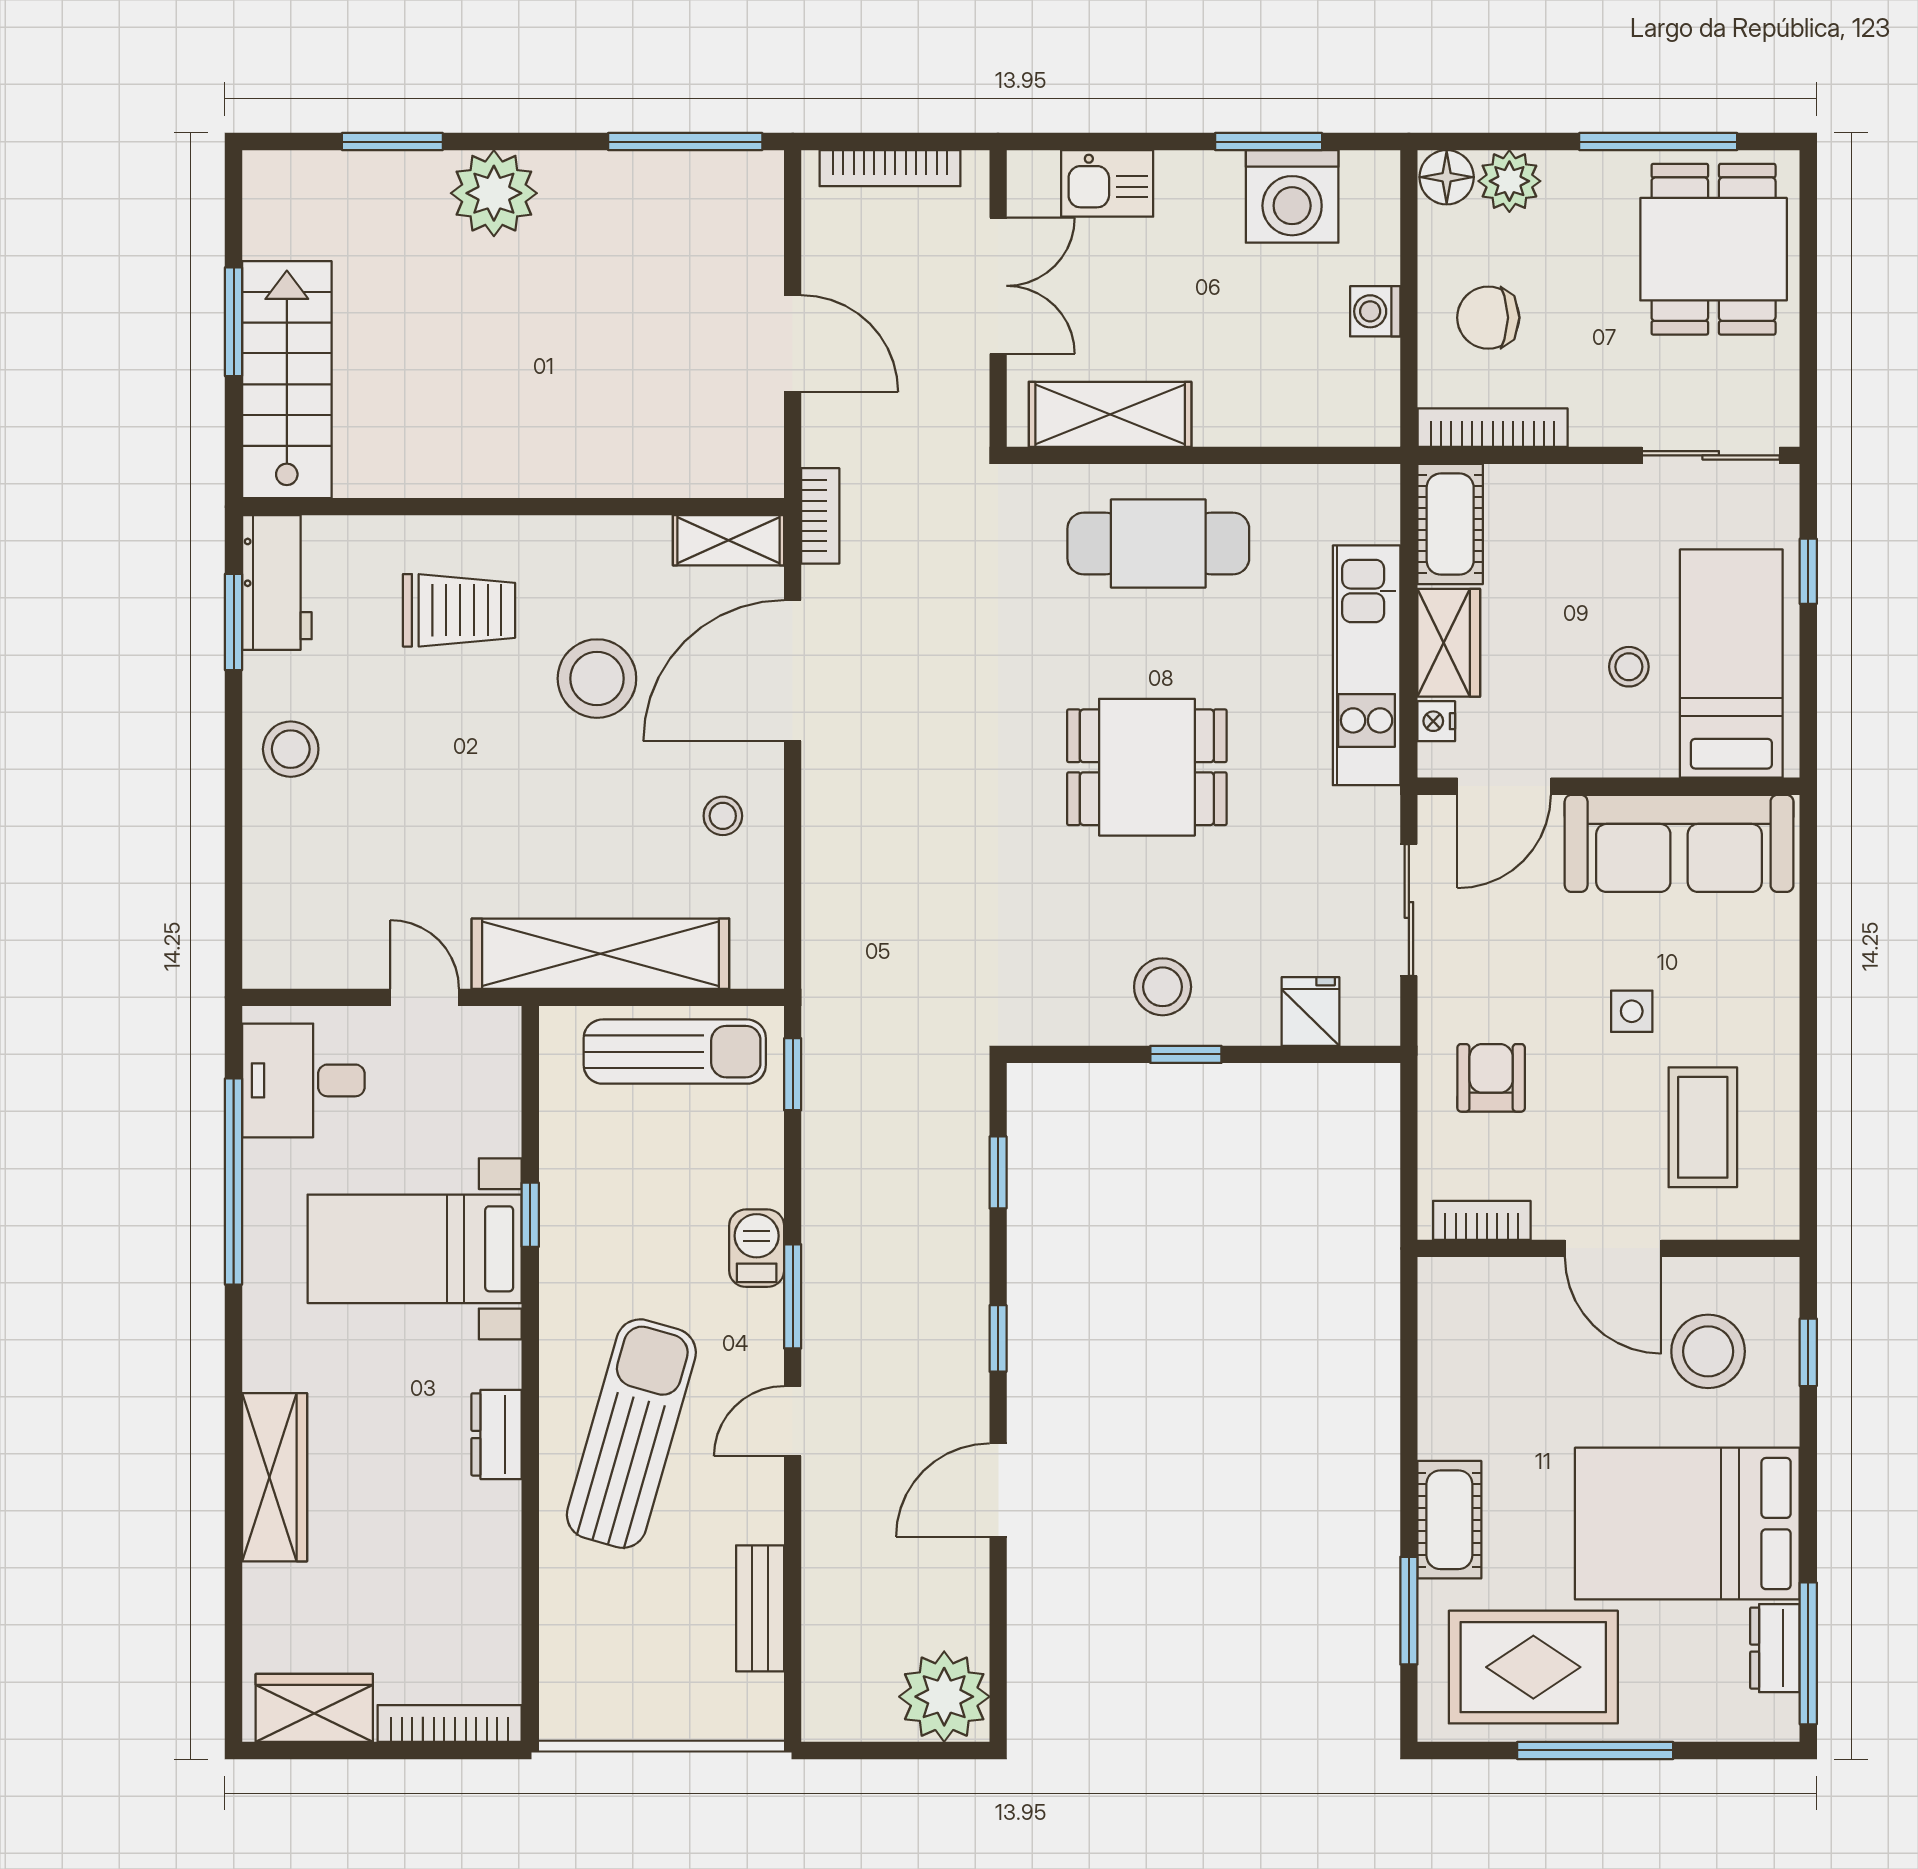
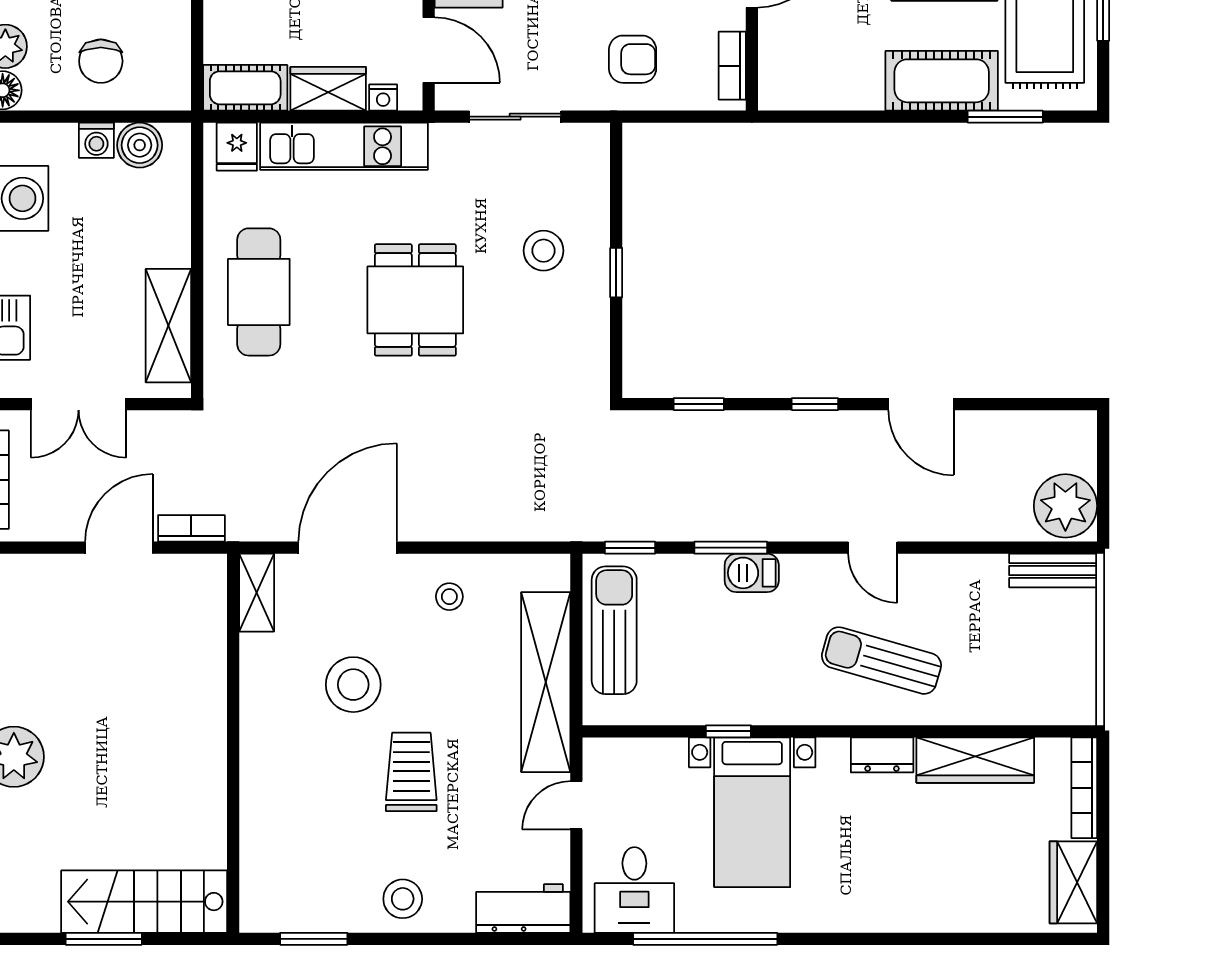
double door: (998, 286) -> (79, 404), swing flipped
boiler: (1368, 373) -> (140, 145), added
bookcase: (1493, 428) -> (178, 58), removed
bookcase: (820, 516) -> (191, 528), moved
workbench: (277, 583) -> (523, 909), moved
trolley: (459, 610) -> (411, 772), moved
door: (793, 671) -> (348, 548), swing flipped
stool: (1163, 987) -> (544, 251), moved
fridge: (1311, 1011) -> (237, 147), moved, turned -90
armchair: (1491, 1078) -> (633, 59), turned 180
window: (793, 1296) -> (731, 548), moved
sun lounger: (631, 1434) -> (881, 661), width x0.73, depth x0.75
wardrobe: (275, 1477) -> (975, 760), moved, turned 180
cot: (1449, 1520) -> (942, 81), width x1.37, depth x1.34
bench: (760, 1608) -> (1053, 571), moved
plant: (944, 1697) -> (1065, 506), moved

